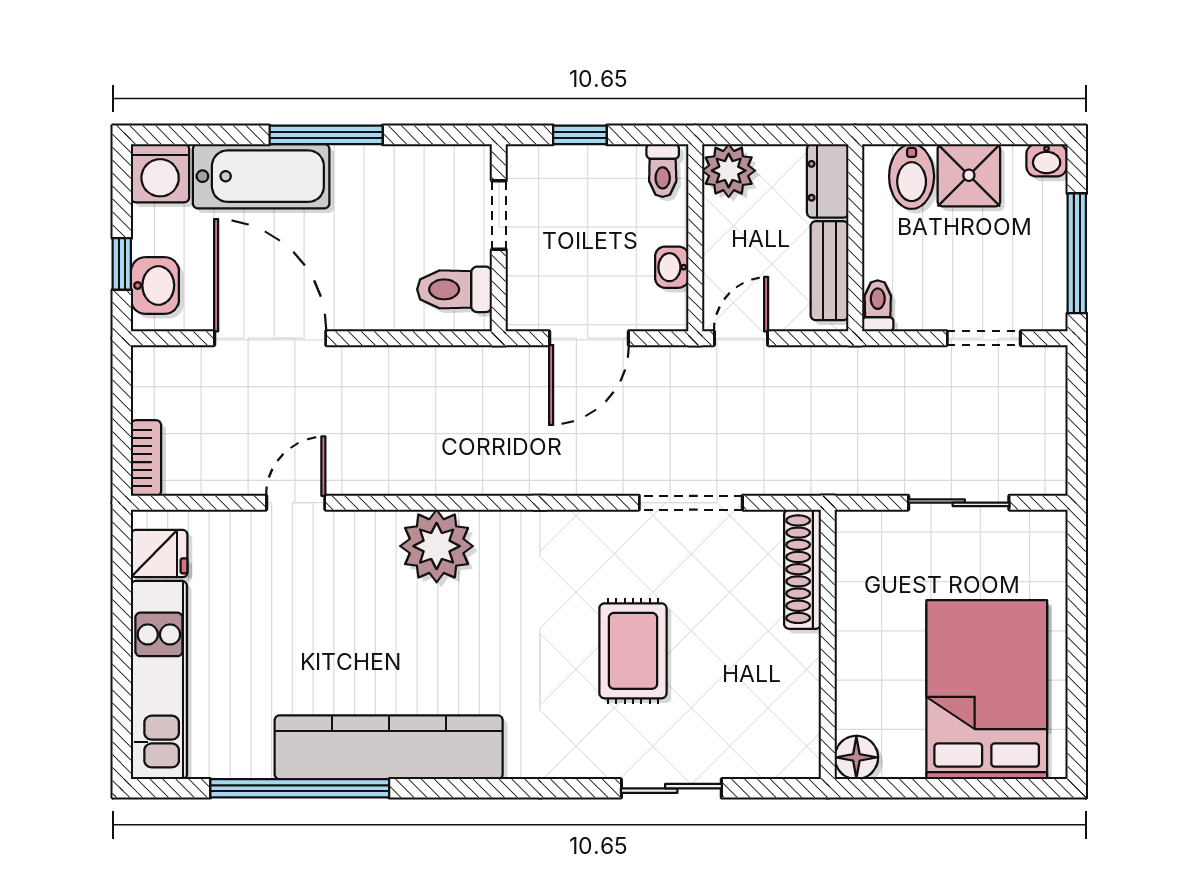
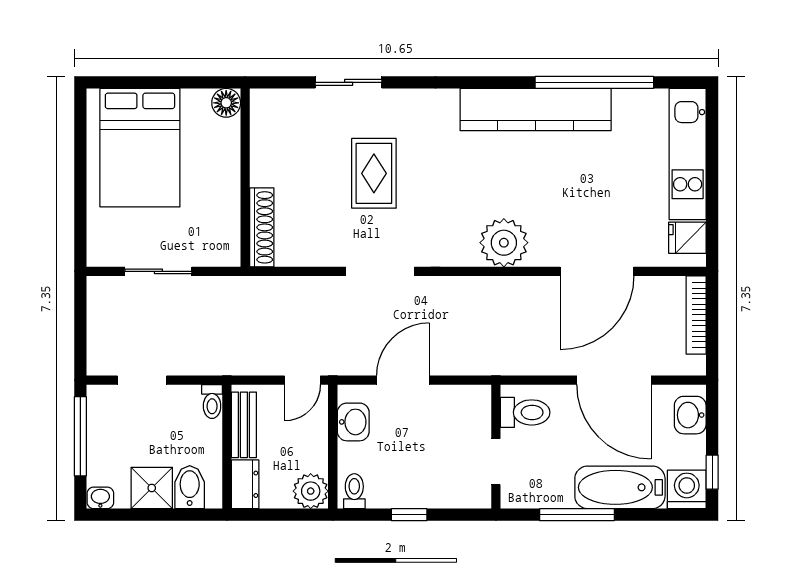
doorway: (499, 215) -> (496, 462), moved
wall: (499, 238) -> (496, 447), moved
window: (122, 264) -> (712, 472), moved
washbasin: (672, 267) -> (353, 422), width x1.38, depth x1.45
toilet: (455, 289) -> (525, 412), moved
bookcase: (146, 458) -> (696, 315), width x1.56
door: (296, 503) -> (597, 271), width x1.88
doorway: (691, 503) -> (380, 271), moved

